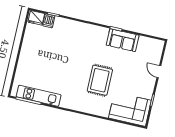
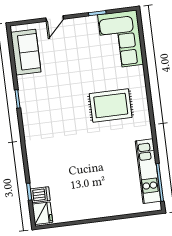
sofa: (123, 40) -> (26, 52), moved
rug: (100, 80) -> (111, 106), moved

